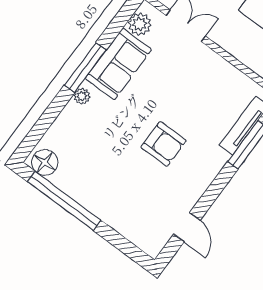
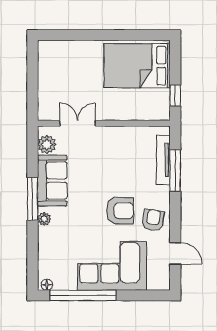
floor lamp: (45, 162) -> (47, 285), width x0.53, depth x0.53
armchair: (189, 178) -> (153, 220), added
corner sofa: (115, 193) -> (112, 266), added

